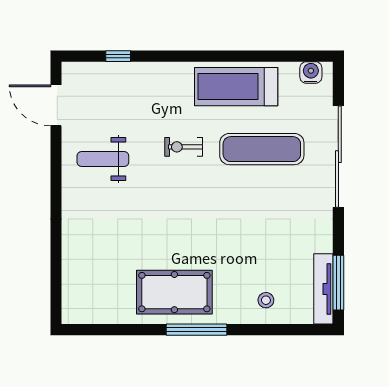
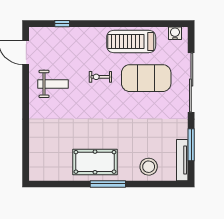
exercise mat: (262, 149) -> (146, 78), width x1.47
weight bench: (103, 159) -> (53, 84), turned 180
window: (338, 283) -> (191, 145), moved
stool: (266, 300) -> (149, 167), width x1.89, depth x1.89

